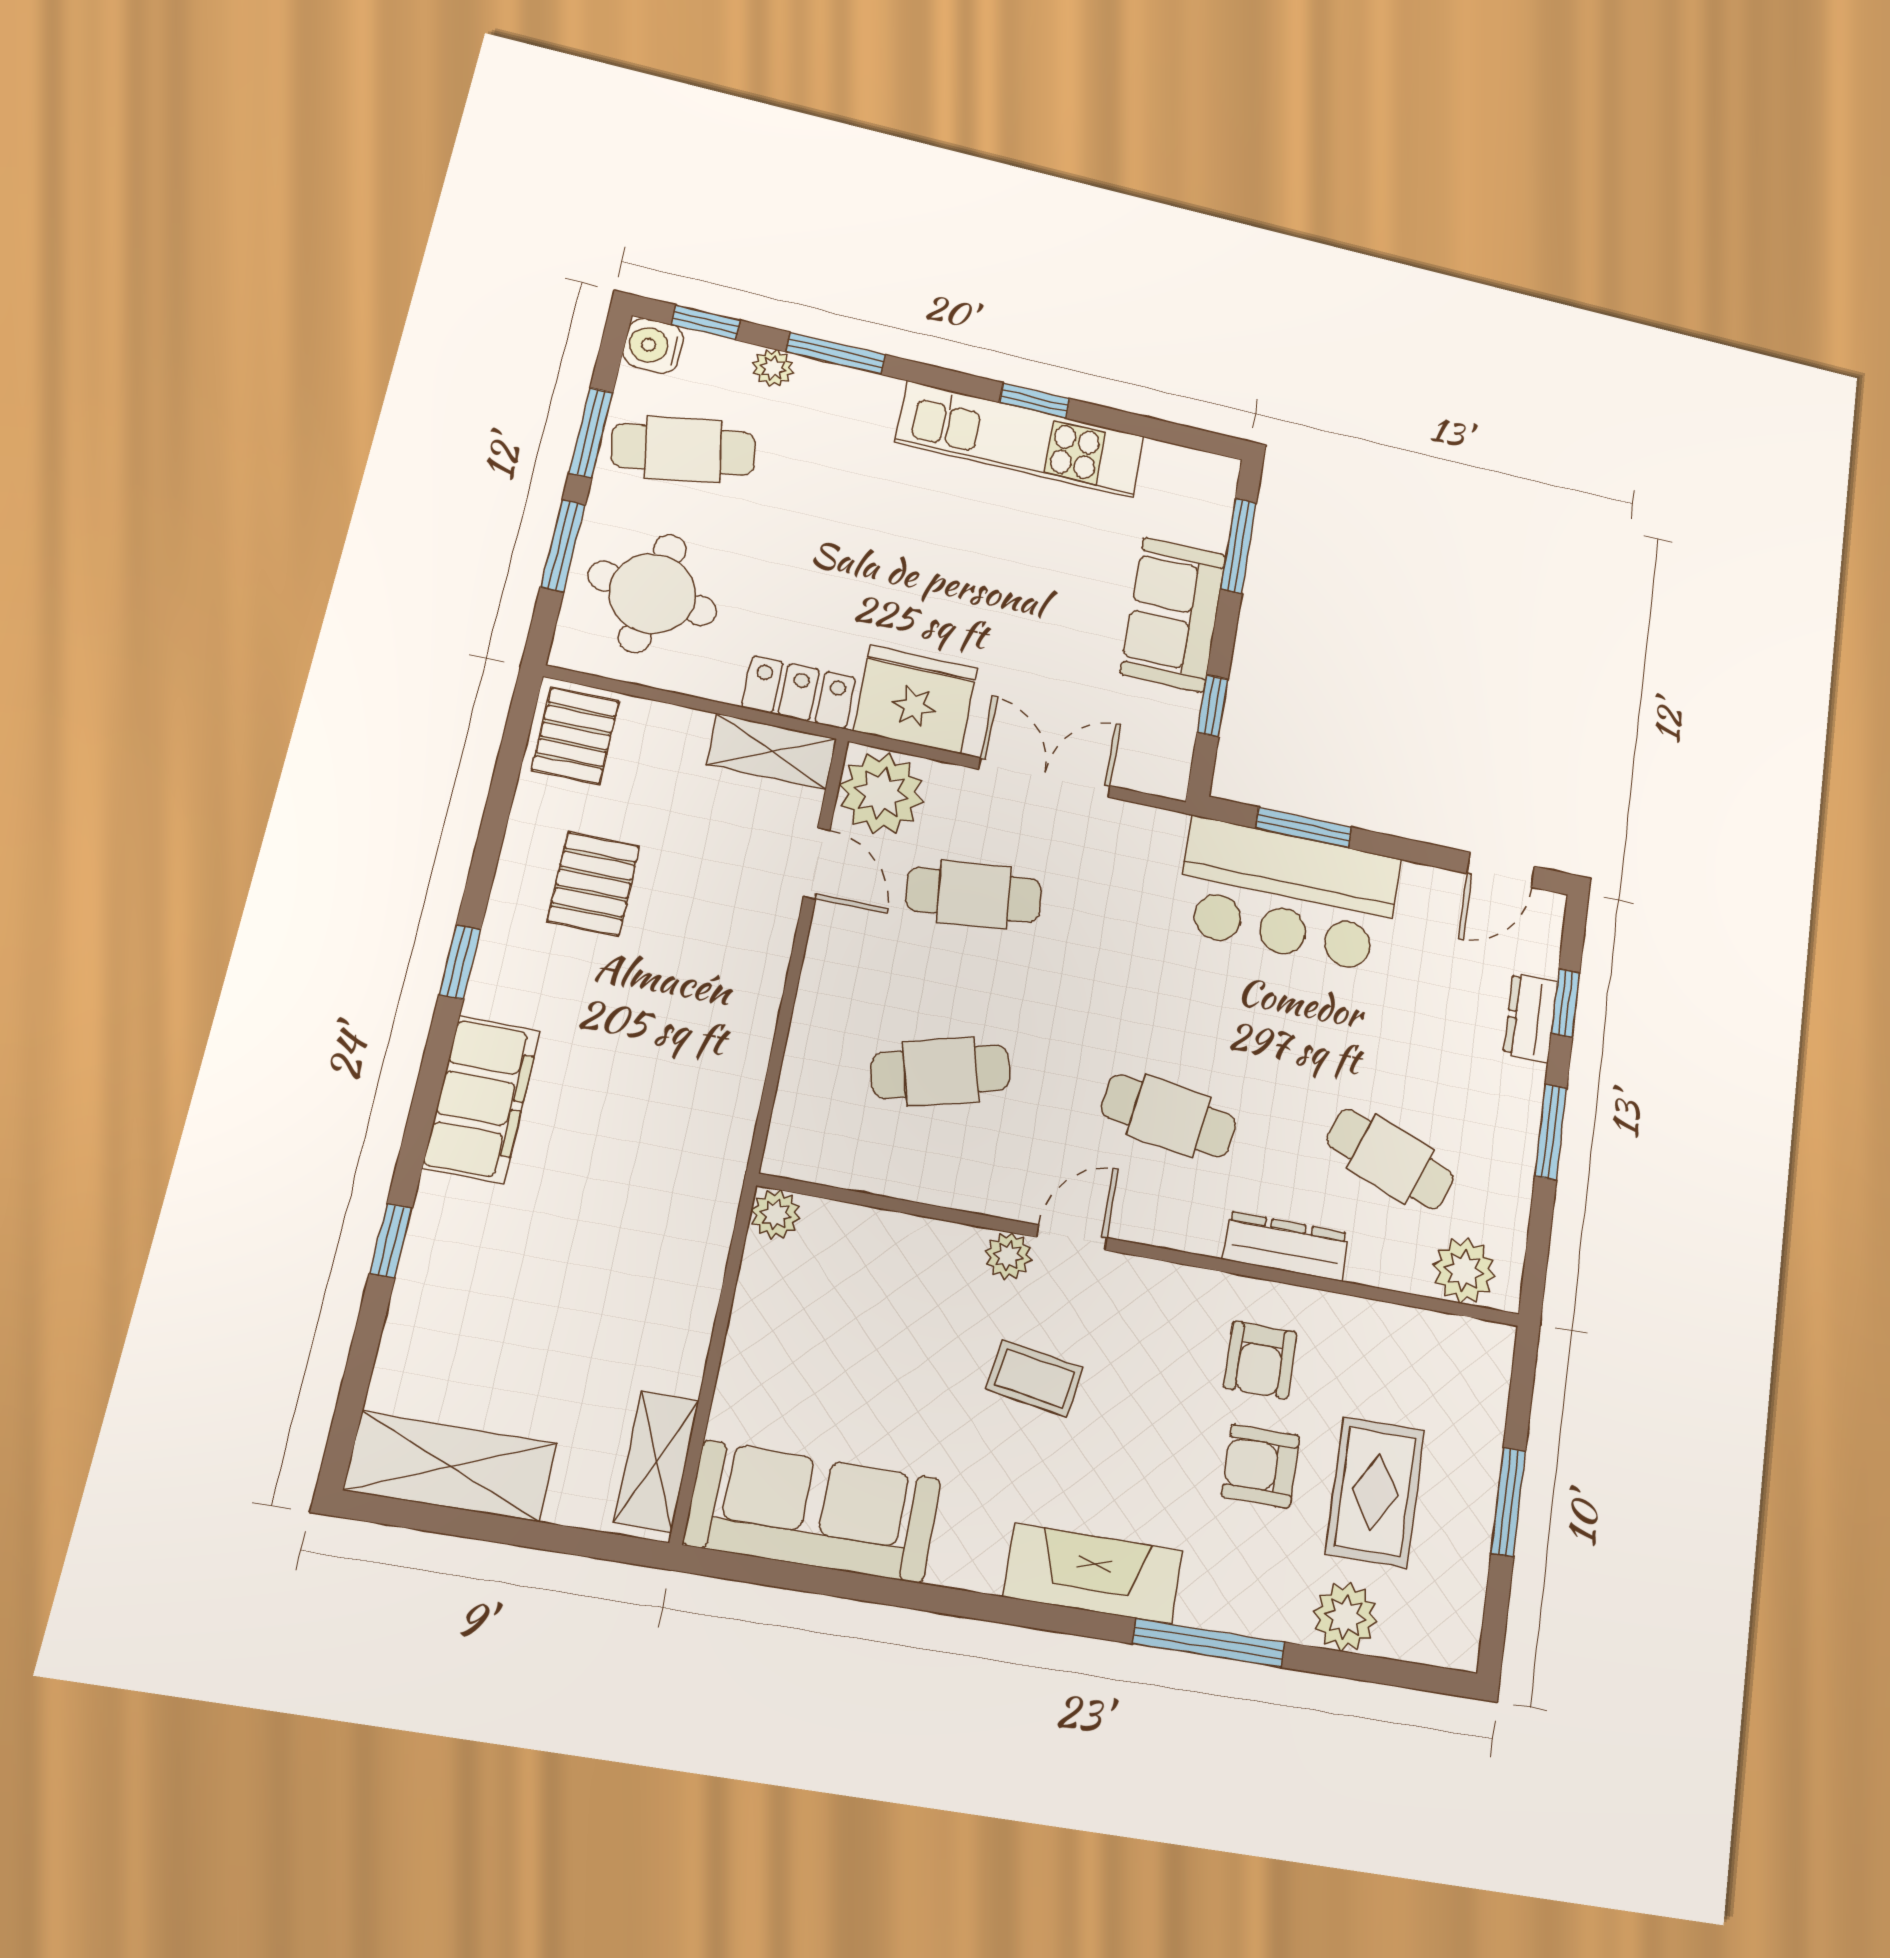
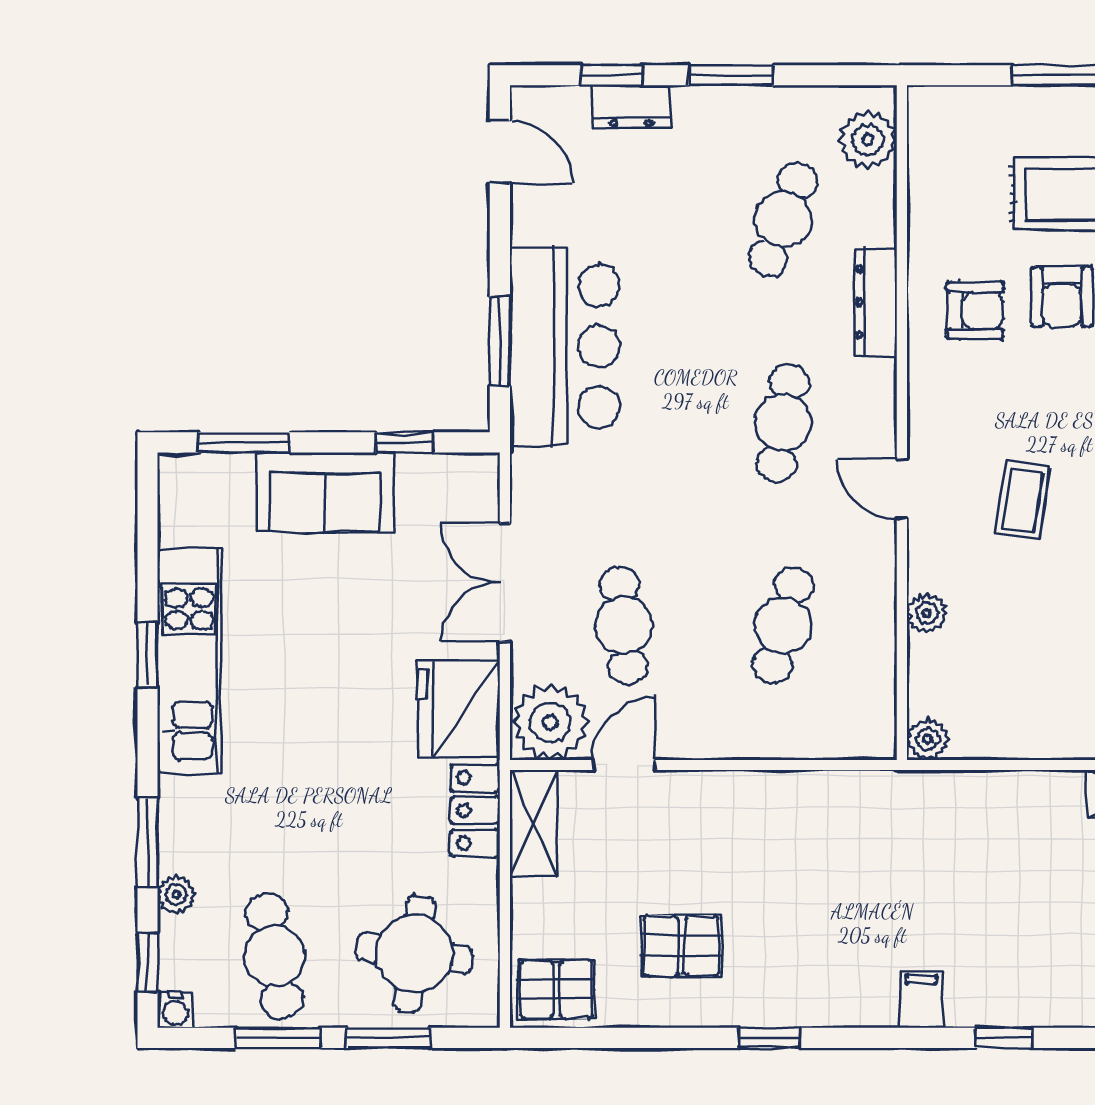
water cooler: (653, 346) -> (175, 1010), width x0.72, depth x0.72
cafe table: (941, 1072) -> (783, 625), turned 30
filing cabinet: (481, 1099) -> (921, 999), width x0.33, depth x0.86
plant: (1008, 1256) -> (927, 613), moved

